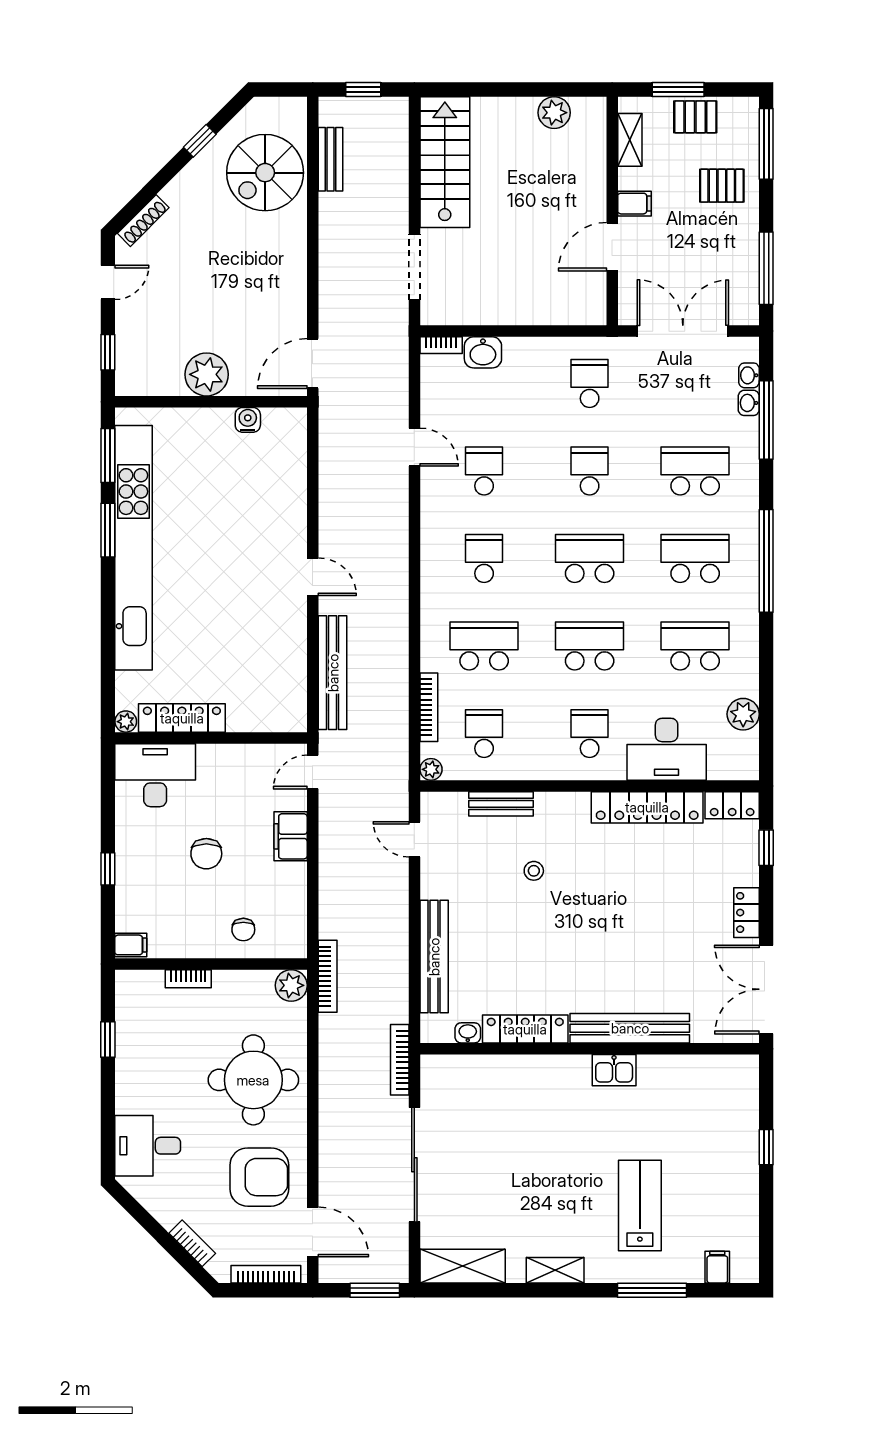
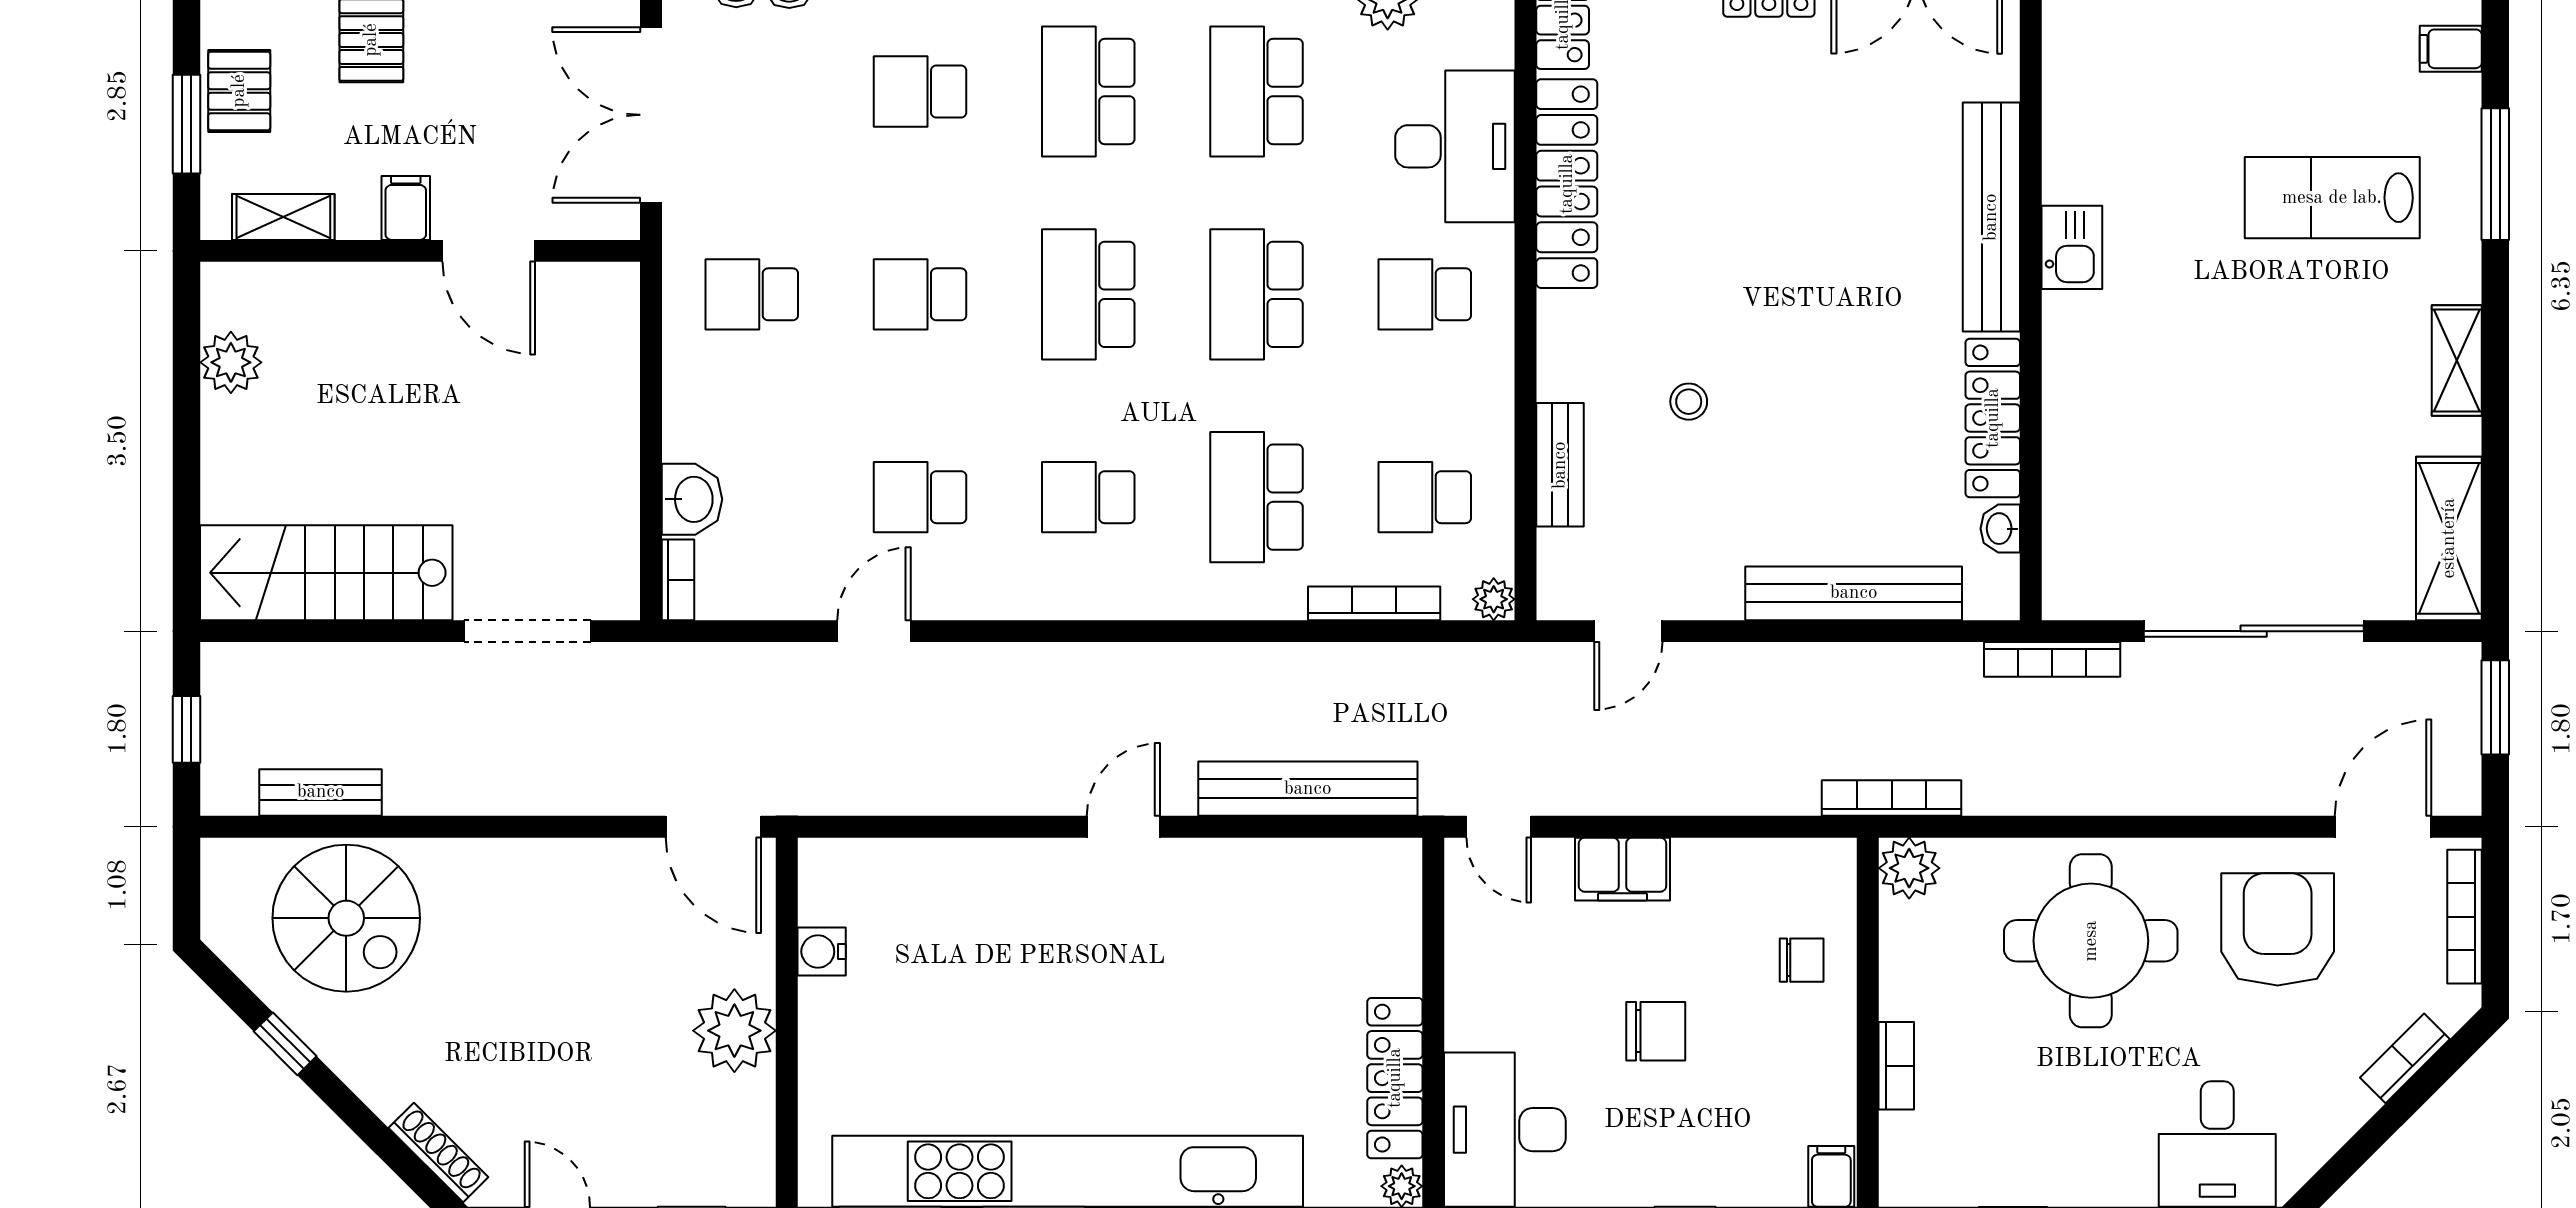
school desk: (695, 471) -> (920, 91), width x0.54

